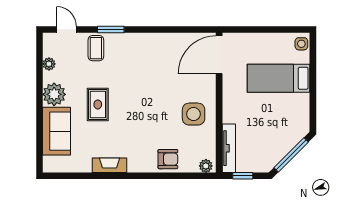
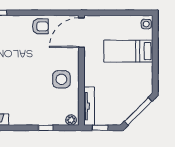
armchair: (168, 159) -> (40, 26), moved
window: (174, 176) -> (46, 128), added

